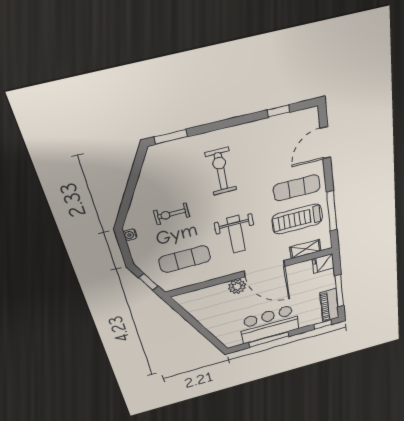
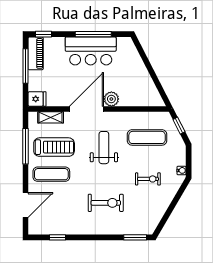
exercise bike: (221, 171) -> (106, 203), turned -90
door: (264, 269) -> (86, 109), hinge flipped

